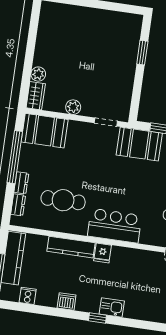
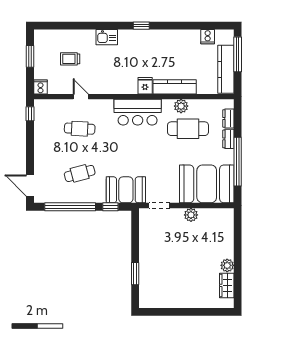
plant: (38, 74) -> (227, 265), moved
wardrobe: (36, 96) -> (227, 285), moved
booth: (45, 131) -> (207, 184), width x1.36, depth x1.42
plant: (67, 225) -> (181, 106), added
dishwasher: (67, 302) -> (171, 37), removed
kitchen sink: (112, 308) -> (107, 37), moved

